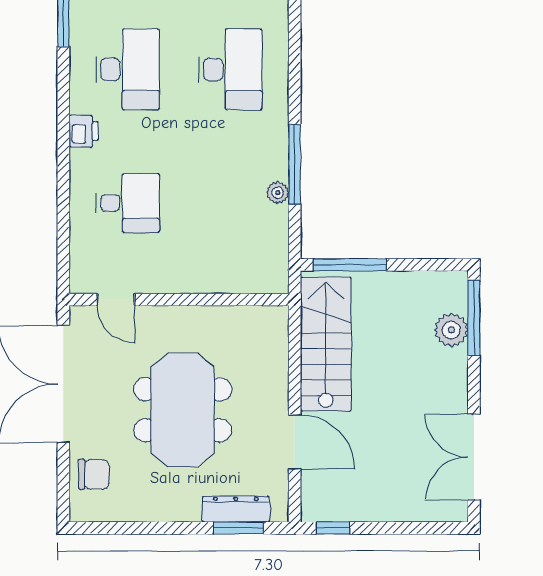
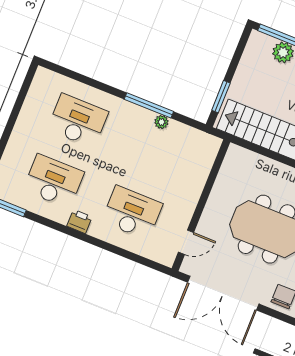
desk: (128, 203) -> (132, 213), width x1.37
window: (350, 265) -> (221, 97), width x0.69

